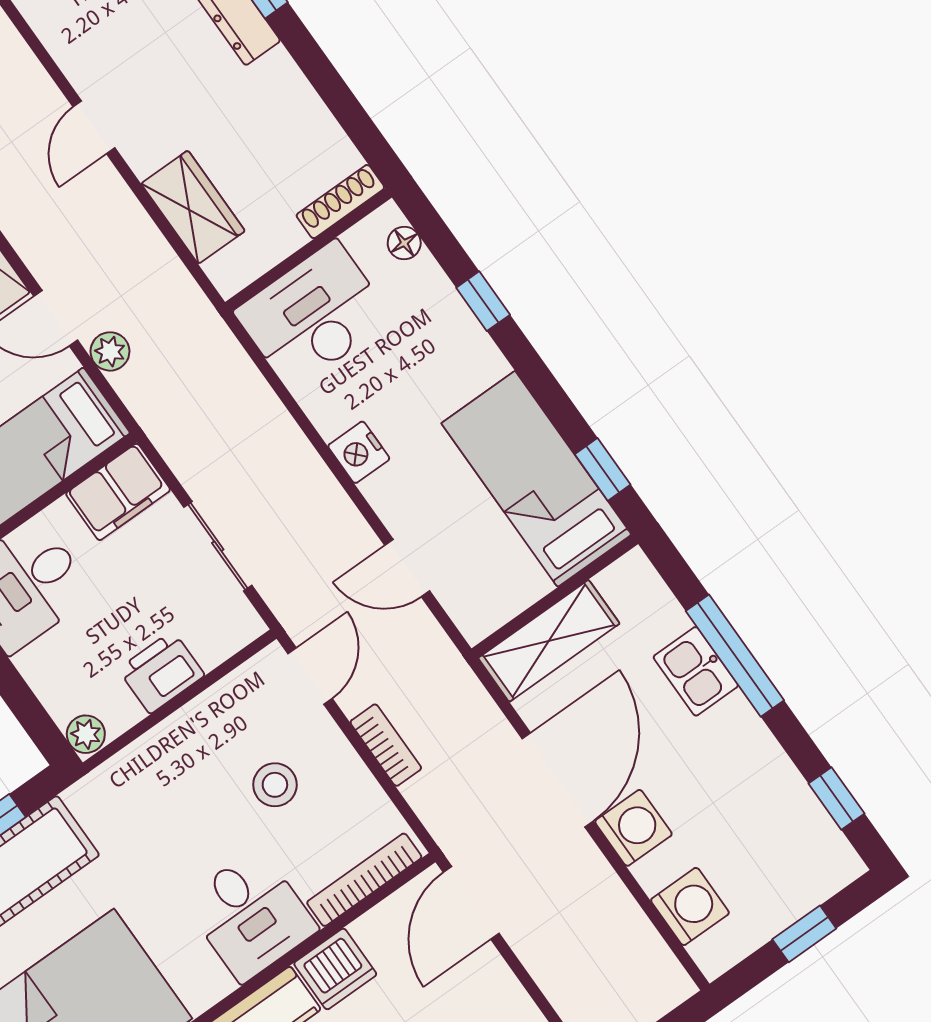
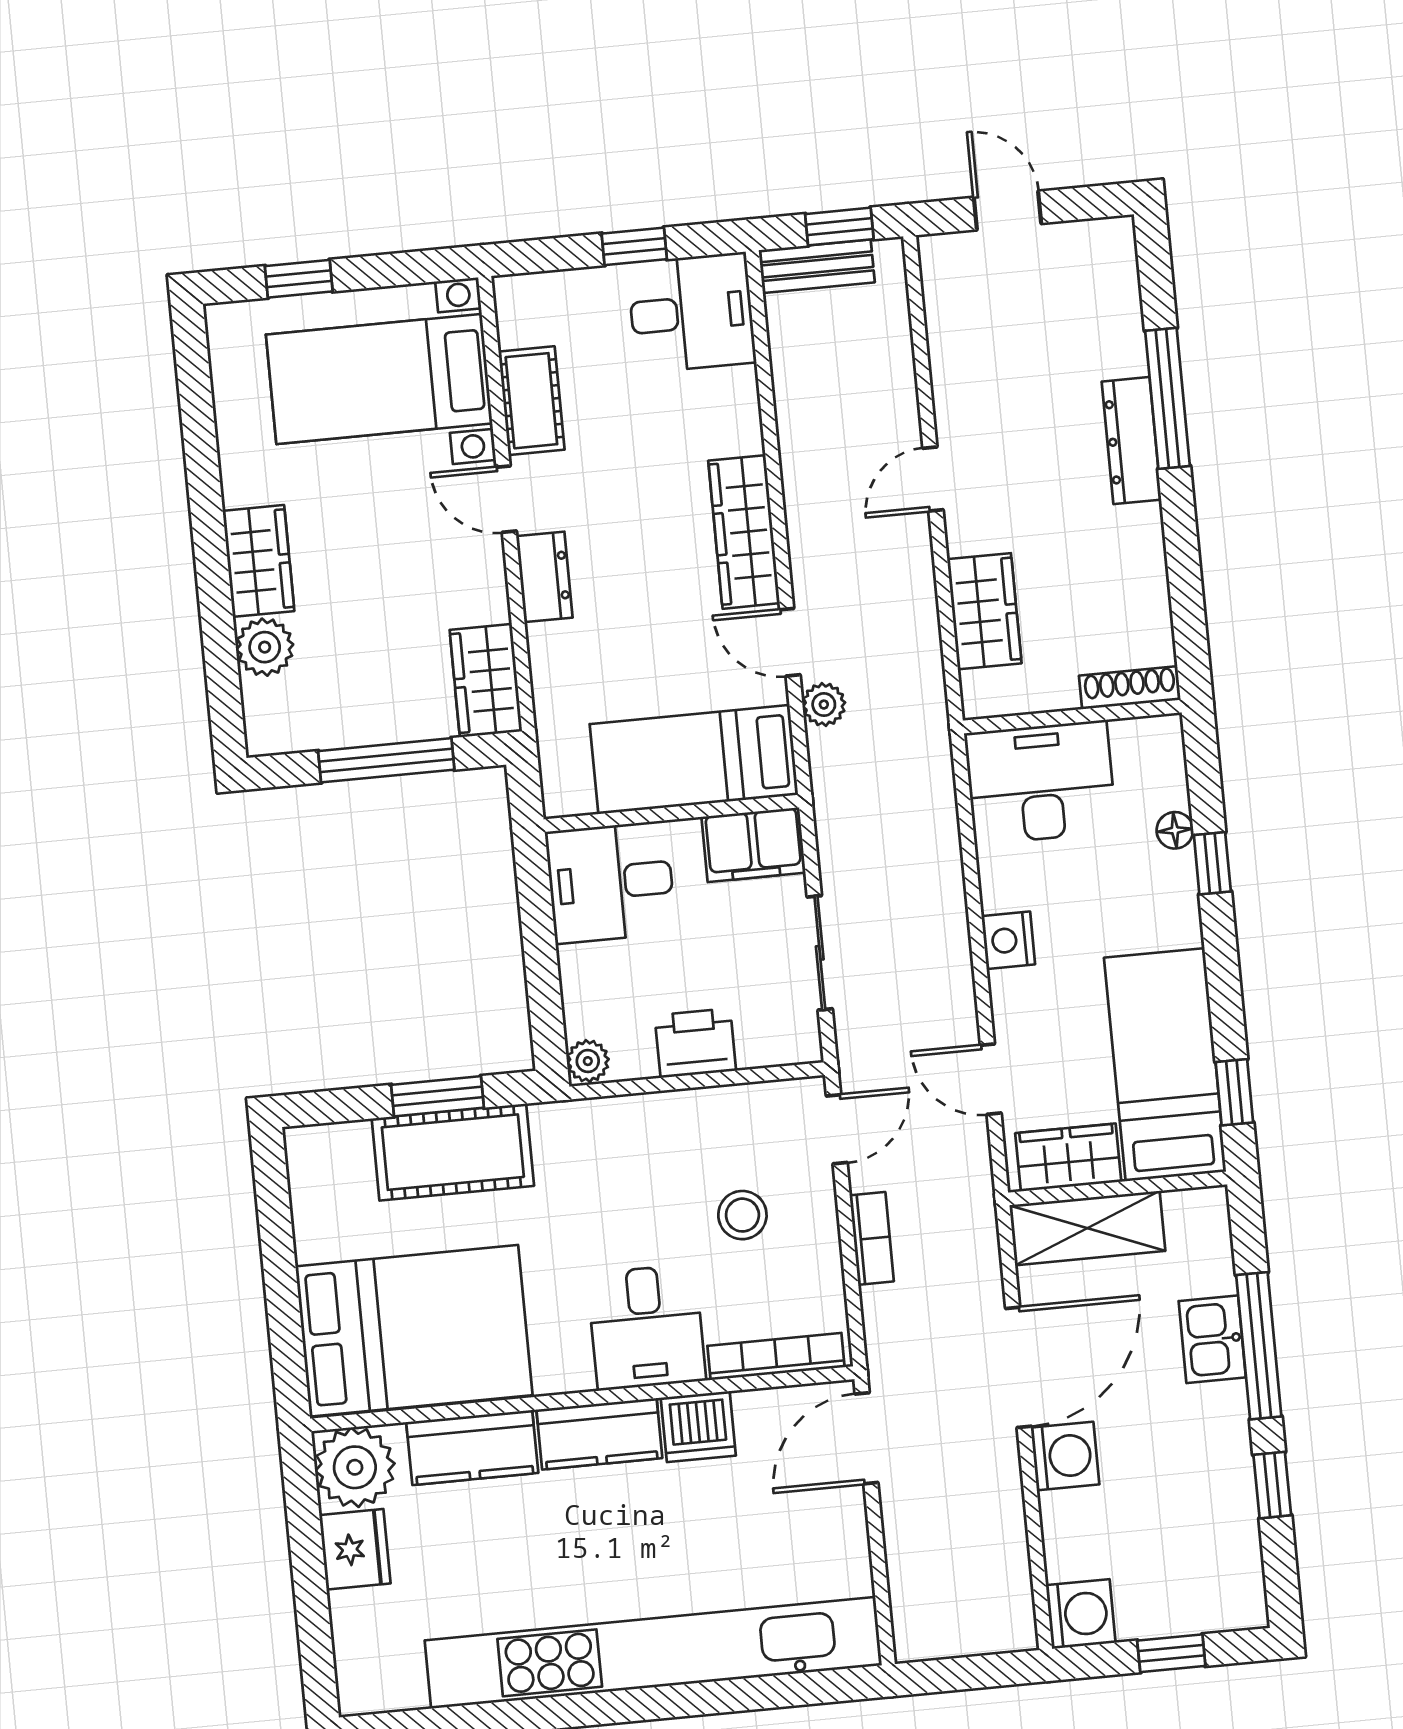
floor lamp: (404, 243) -> (1175, 830), moved
wardrobe: (503, 594) -> (1068, 1157), added
window: (836, 798) -> (1272, 1485), moved
washing machine: (690, 906) -> (1081, 1614), moved

